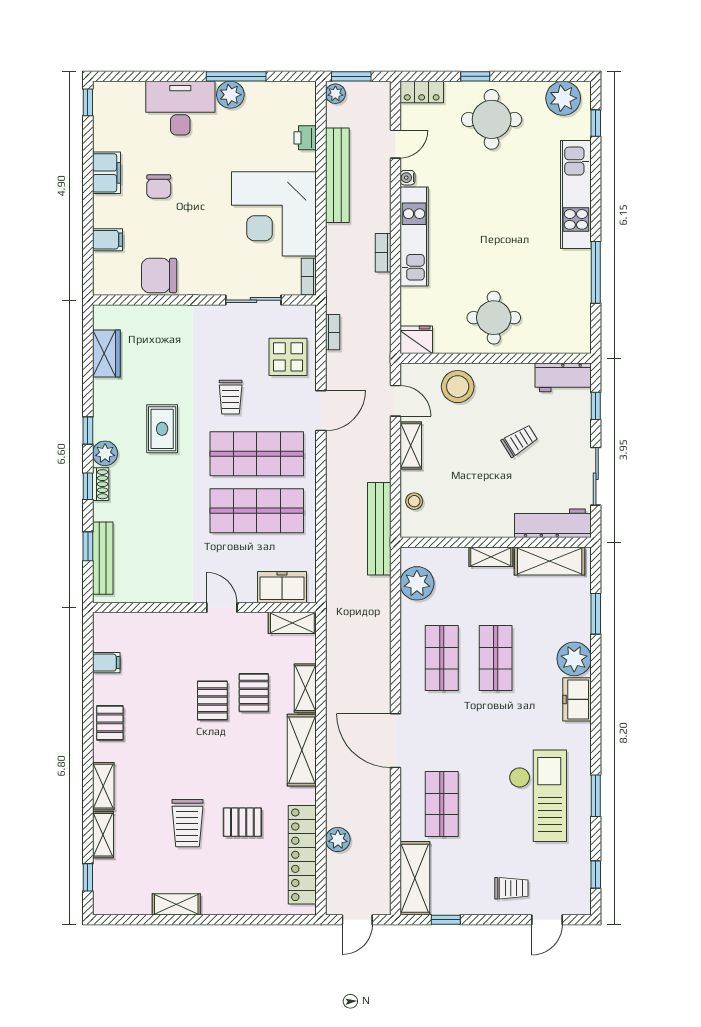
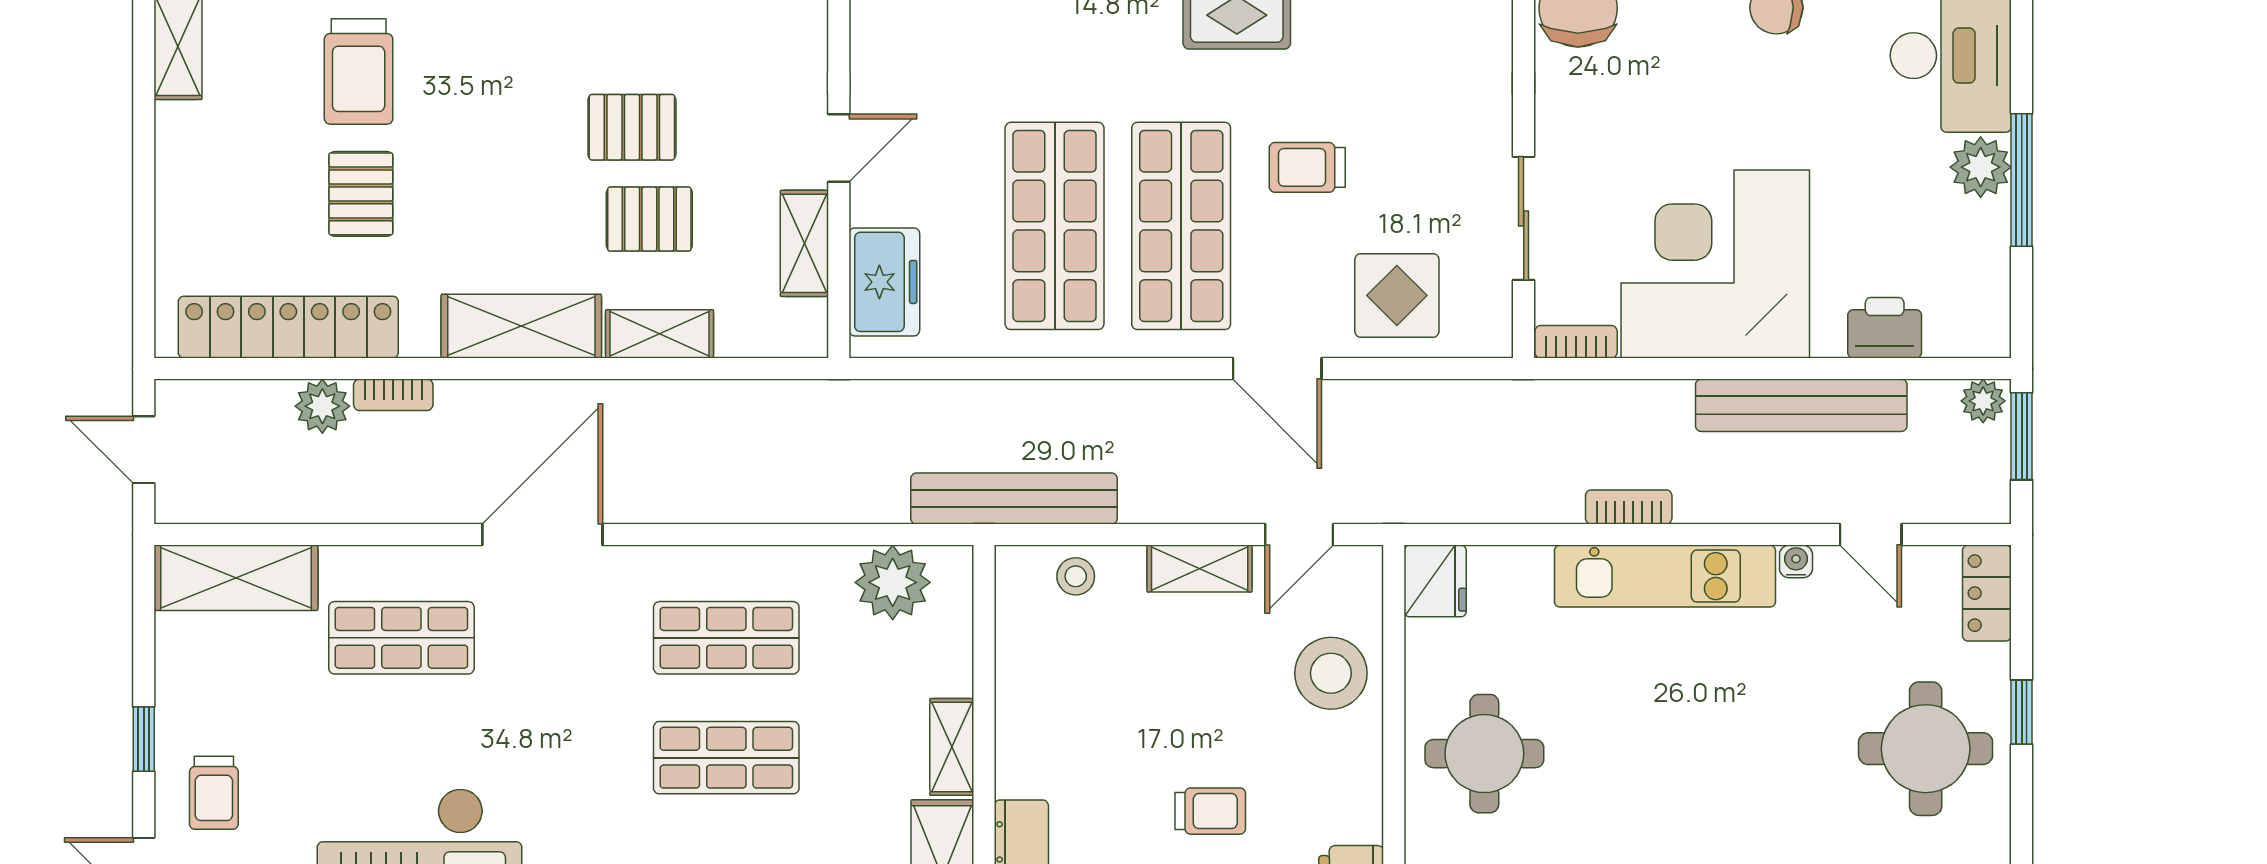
printer: (305, 138) -> (1885, 328), width x1.36, depth x1.24
bookcase: (333, 332) -> (393, 395), moved
trolley: (520, 441) -> (1210, 811), turned -58
shelving: (292, 623) -> (804, 243), moved
trolley: (187, 823) -> (359, 71), turned -90
window: (446, 920) -> (144, 739), moved

